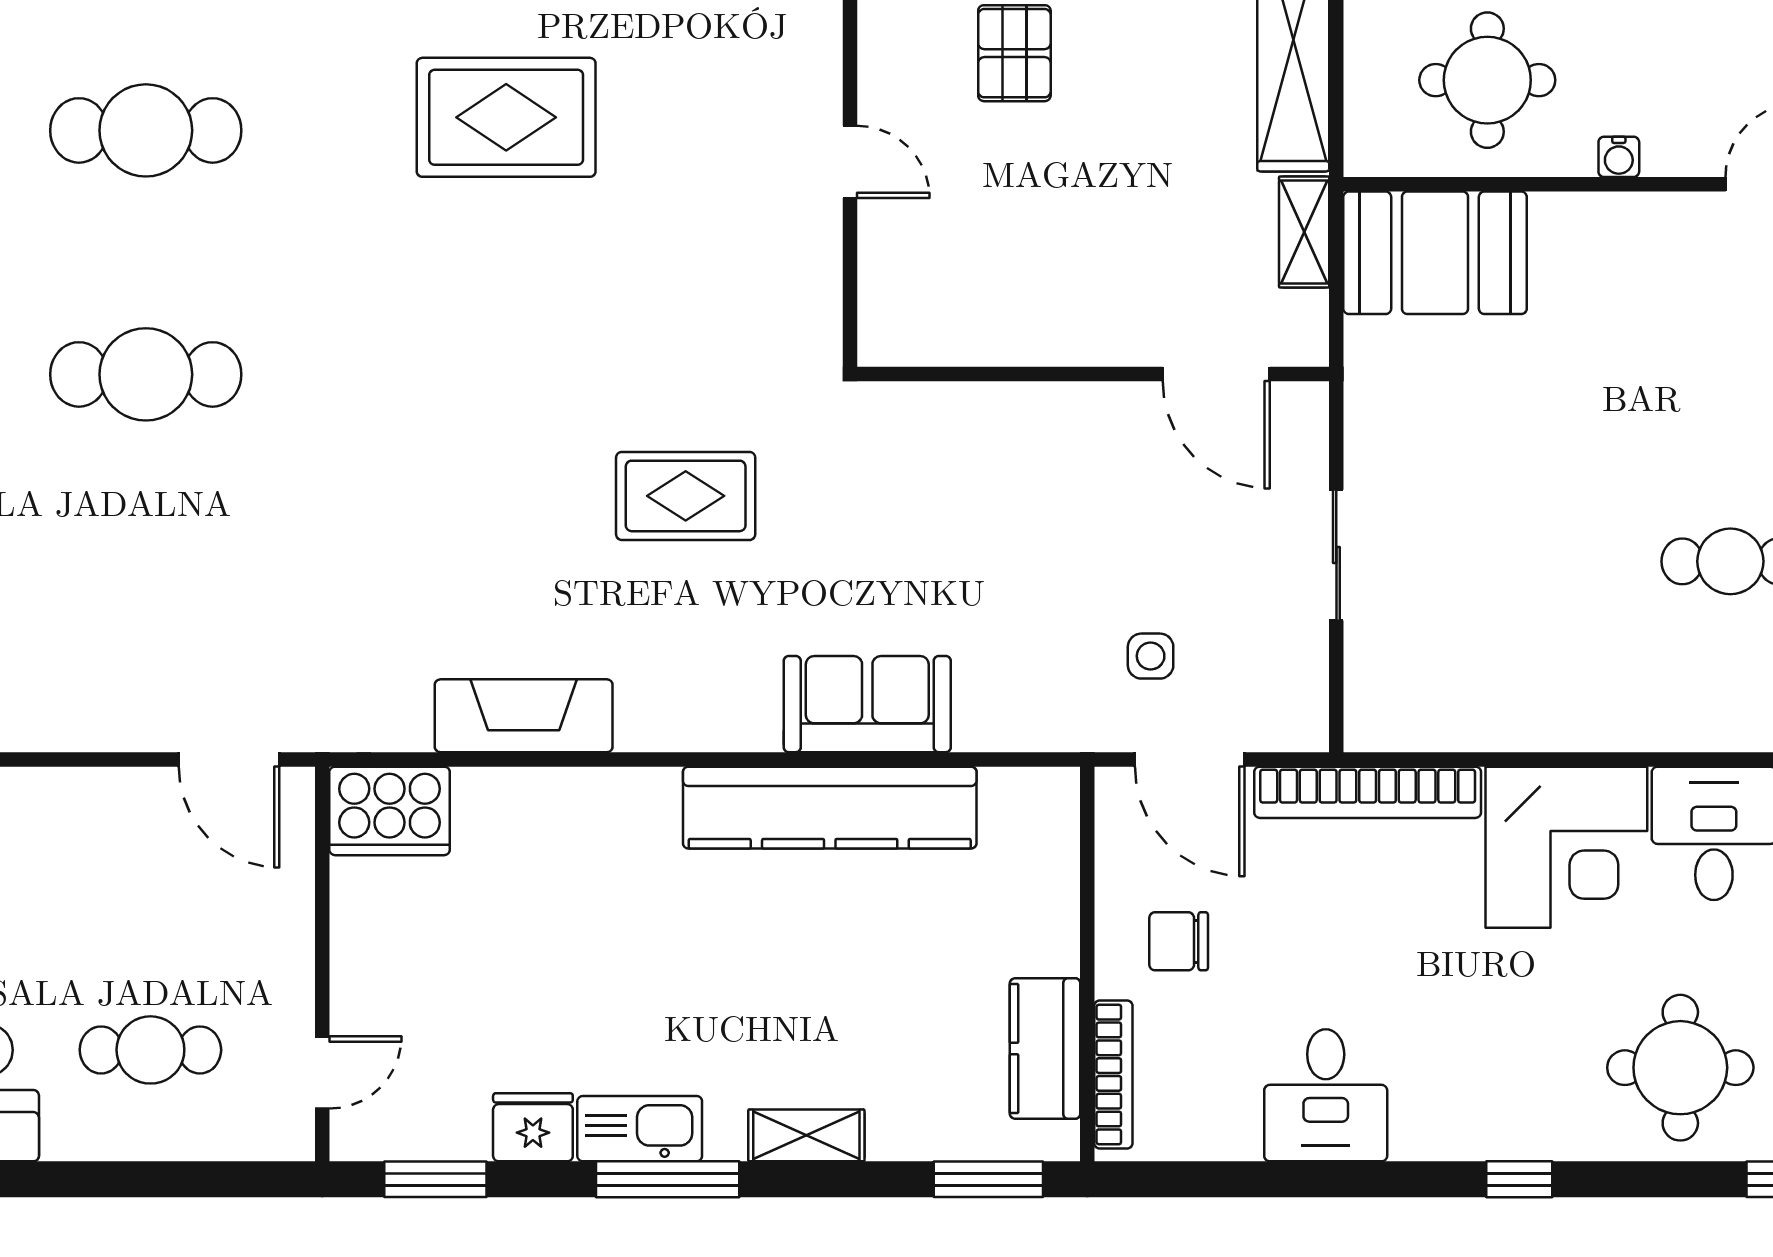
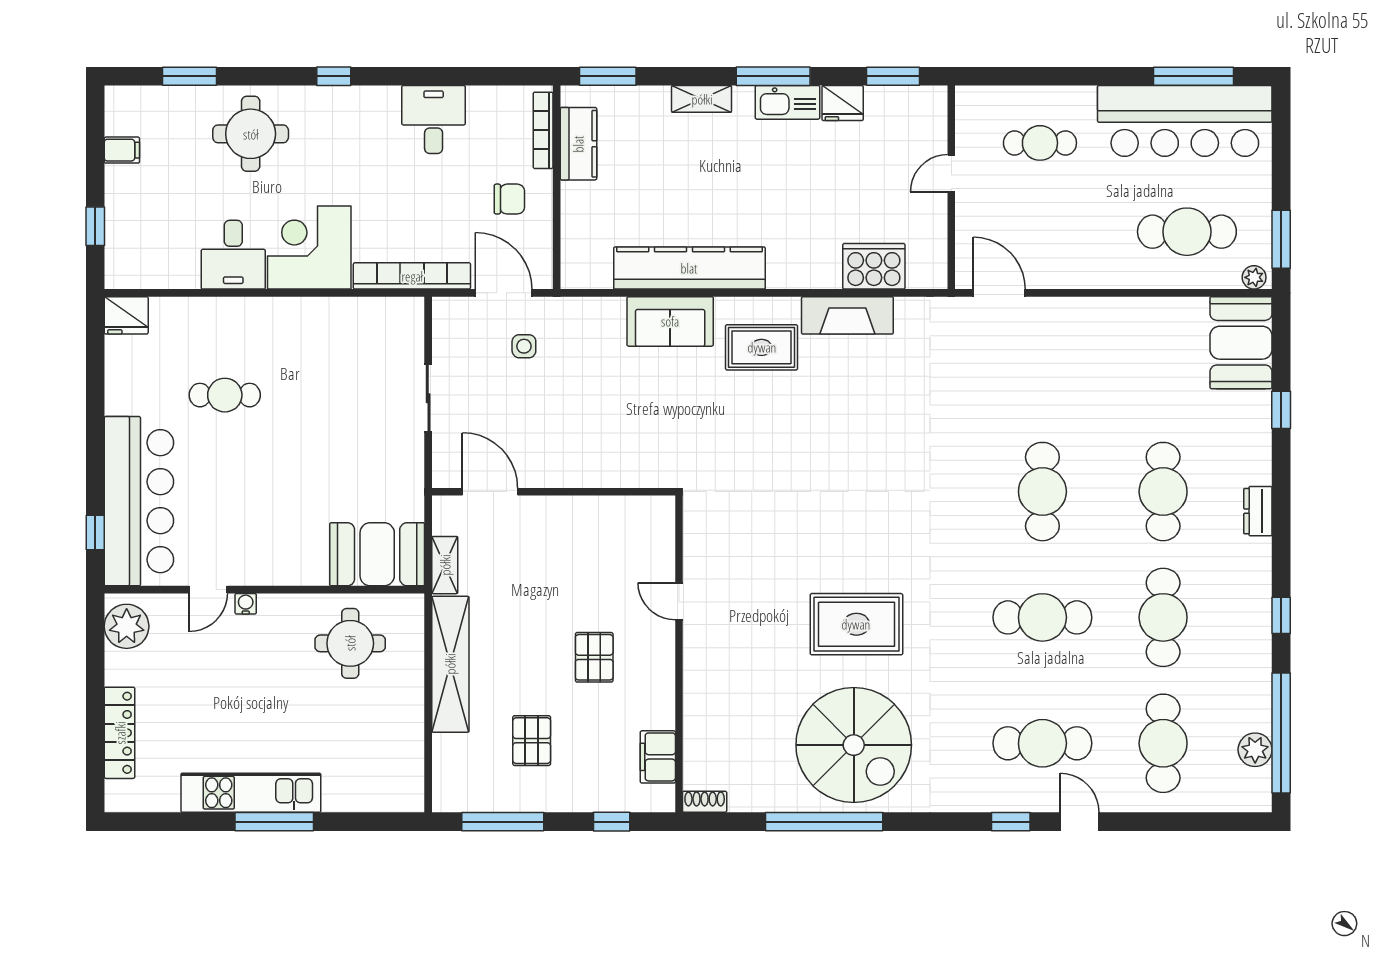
water cooler: (1619, 157) -> (246, 604), moved
cafe table: (146, 374) -> (1042, 492), turned 90
rug: (686, 496) -> (762, 347), moved
cooker: (390, 811) -> (874, 266), moved
door: (322, 1072) -> (951, 173), moved

